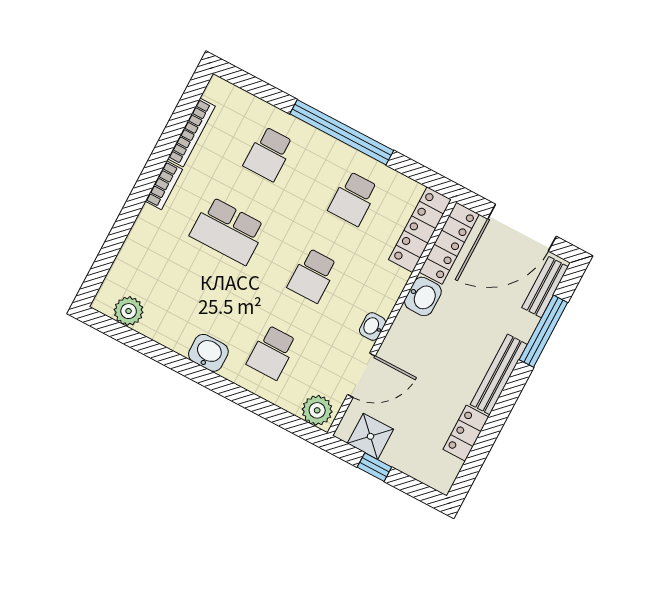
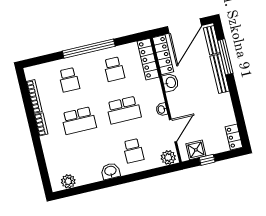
school desk: (313, 276) -> (124, 110), width x1.85
bench: (499, 374) -> (220, 74), moved
locker: (466, 433) -> (234, 137), moved

